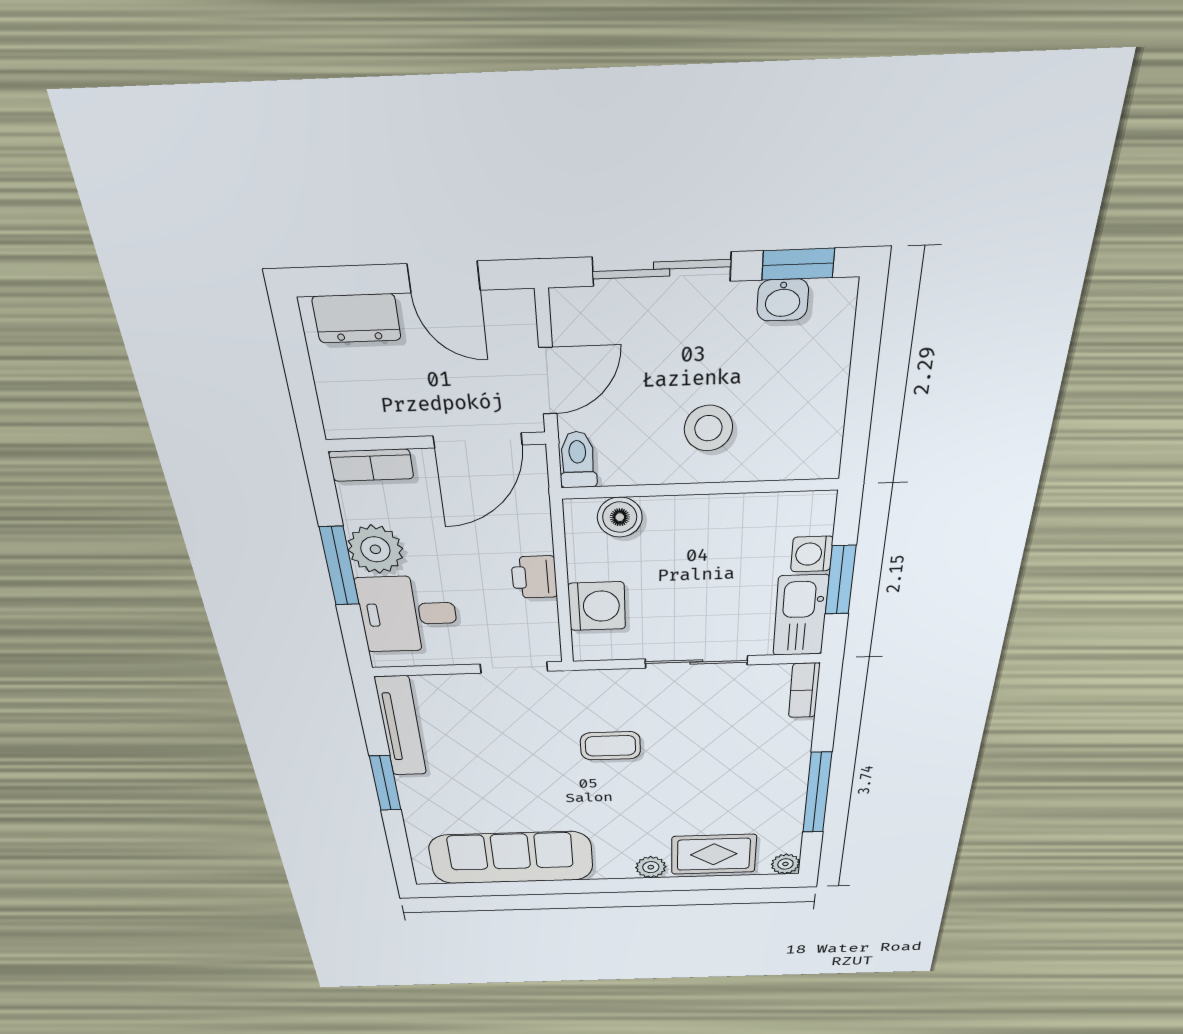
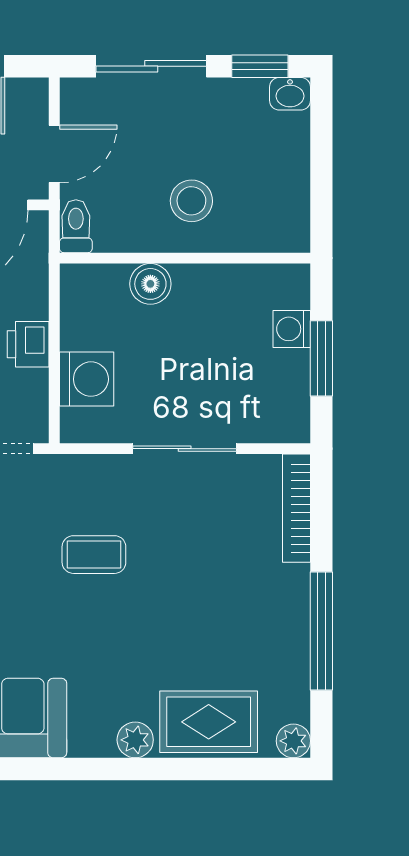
washbasin: (783, 300) -> (290, 94), moved
boiler: (620, 517) -> (150, 284), moved
kitchen sink: (801, 616) -> (286, 397), removed
bookcase: (804, 690) -> (296, 508), width x1.56

